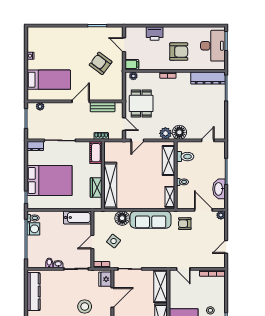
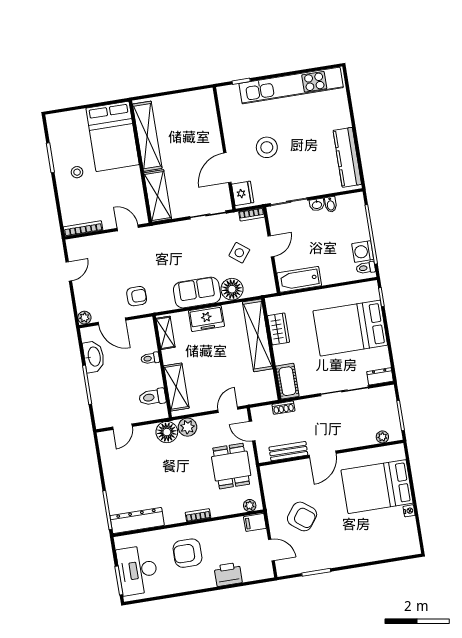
bed: (49, 80) -> (377, 487), width x1.50
freezer: (142, 202) -> (206, 319), added
sofa: (151, 220) -> (197, 293), width x0.73

